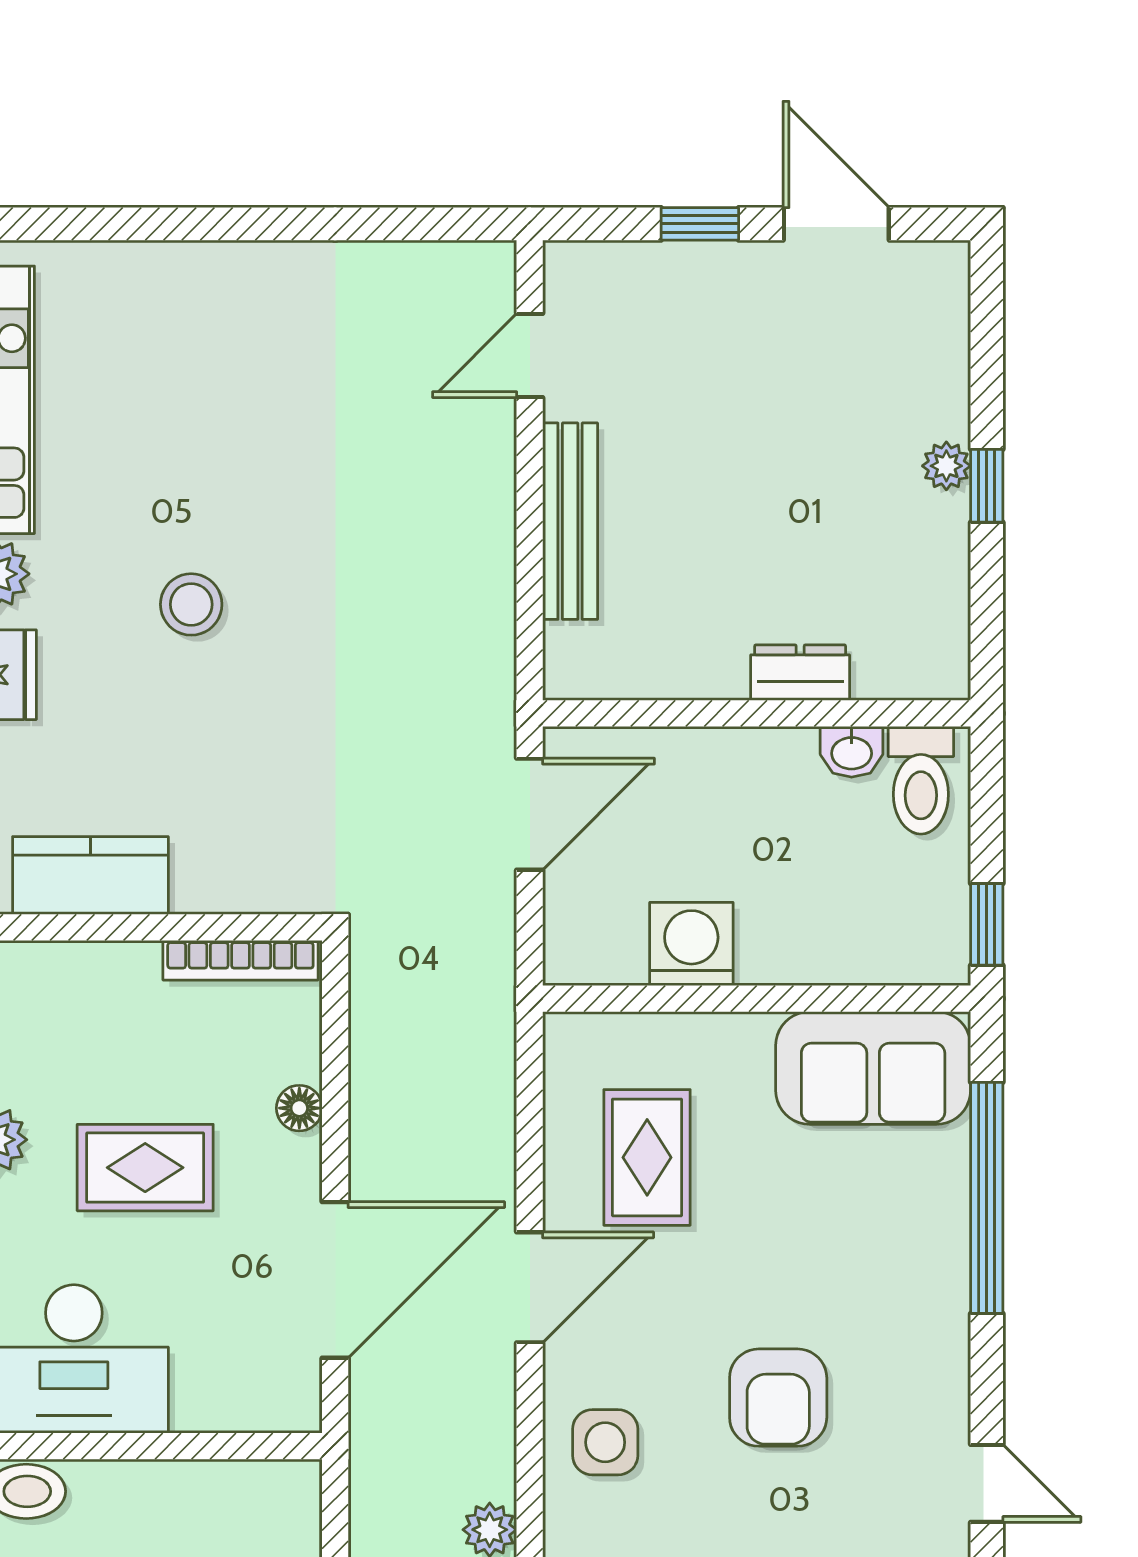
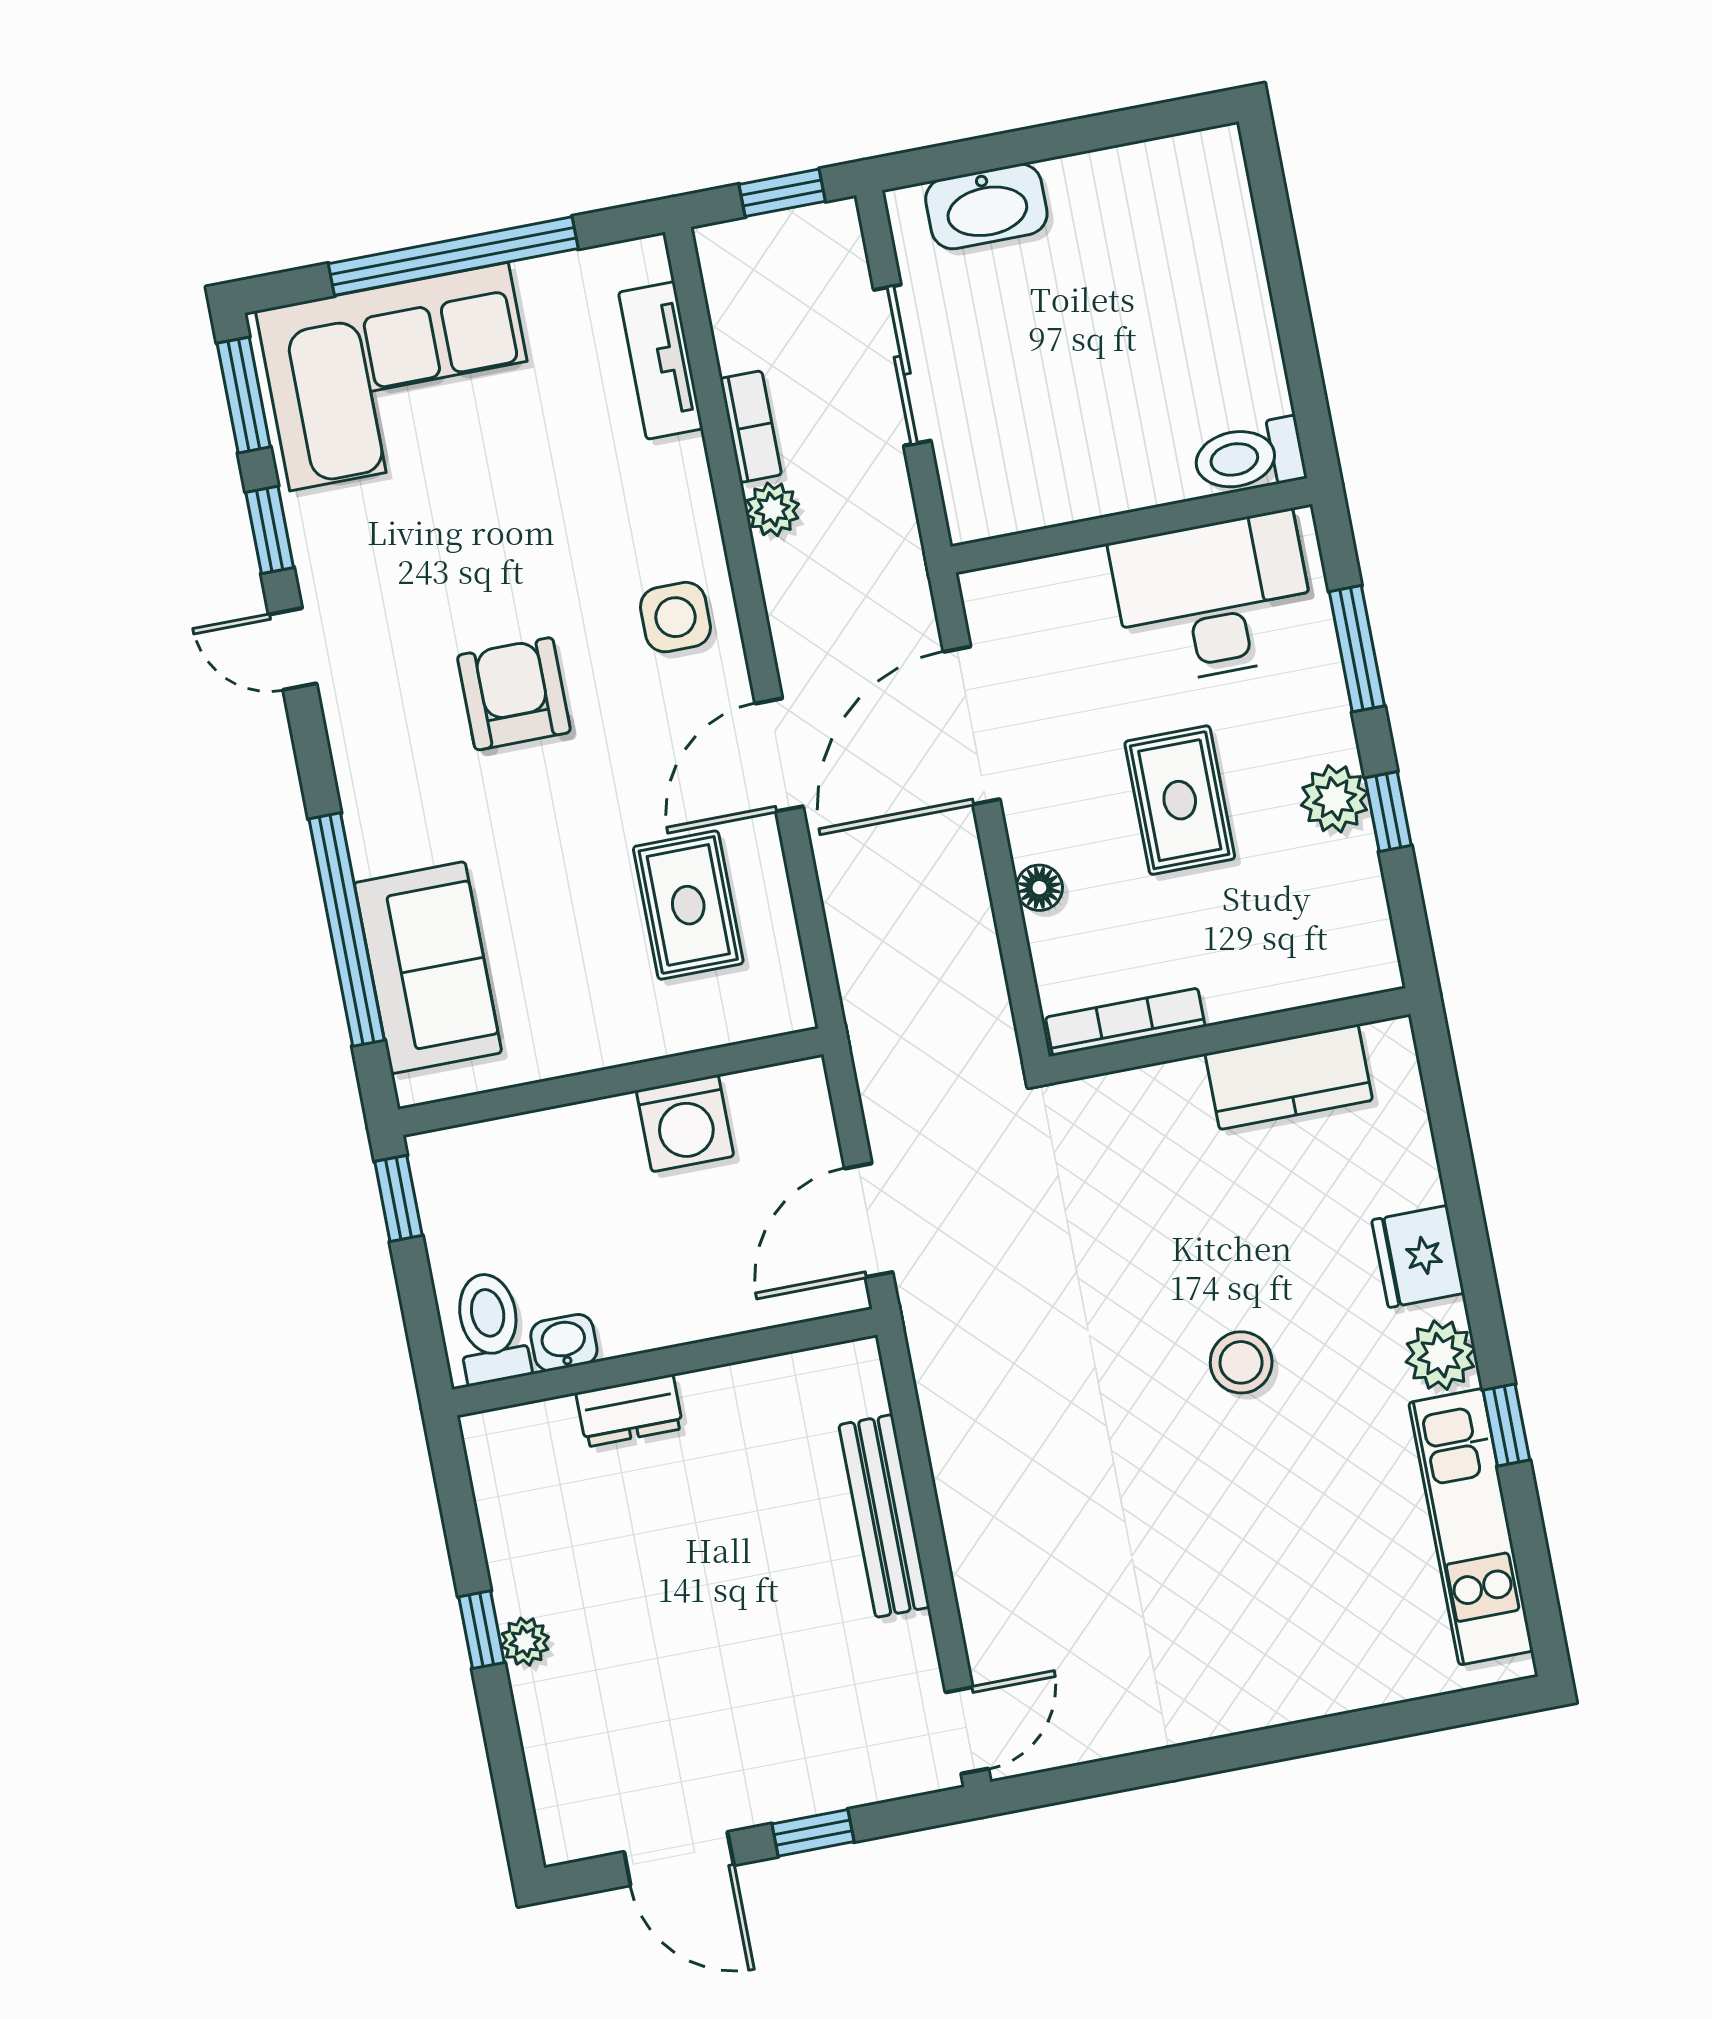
door: (530, 355) -> (967, 1730), moved
sofa: (873, 1068) -> (428, 968), moved, turned 90
rug: (145, 1168) -> (1180, 800), turned 90

